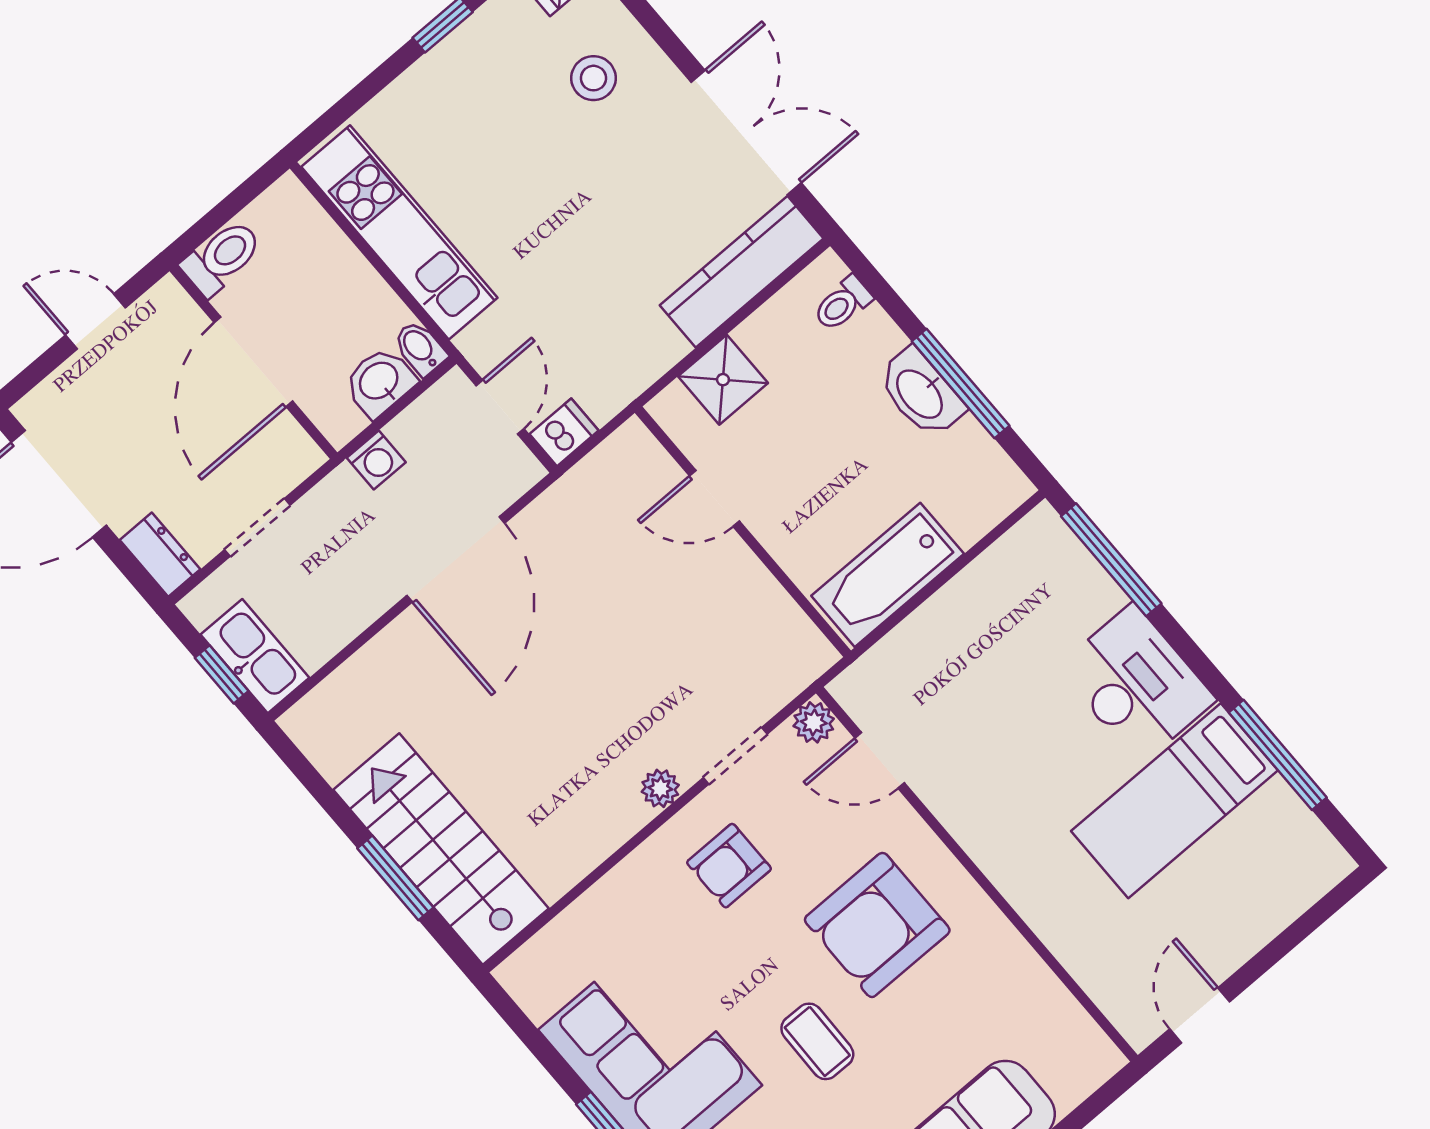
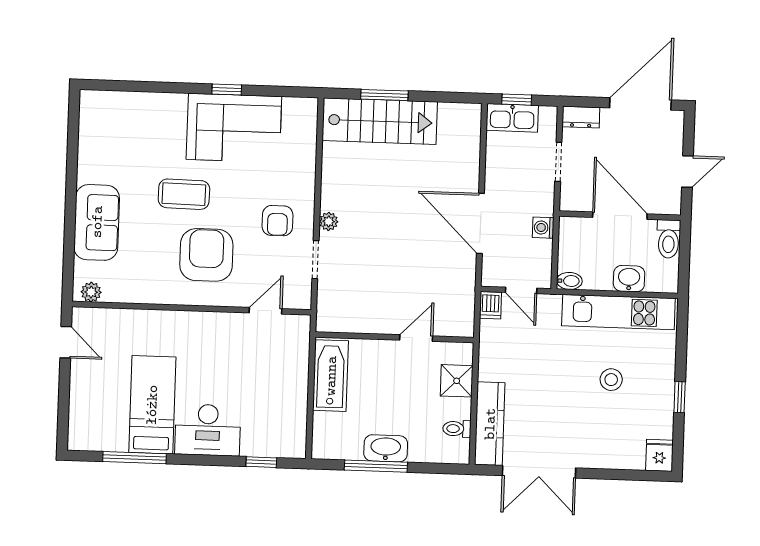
stool: (593, 78) -> (611, 380), moved
toilet: (843, 304) -> (457, 429), moved, turned -90
washbasin: (380, 382) -> (629, 279), moved, turned -90
window: (1111, 560) -> (261, 462), width x0.46
plant: (814, 722) -> (91, 292), moved
armchair: (729, 866) -> (278, 221), turned 180
coffee table: (817, 1041) -> (184, 194), width x1.36, depth x1.30

